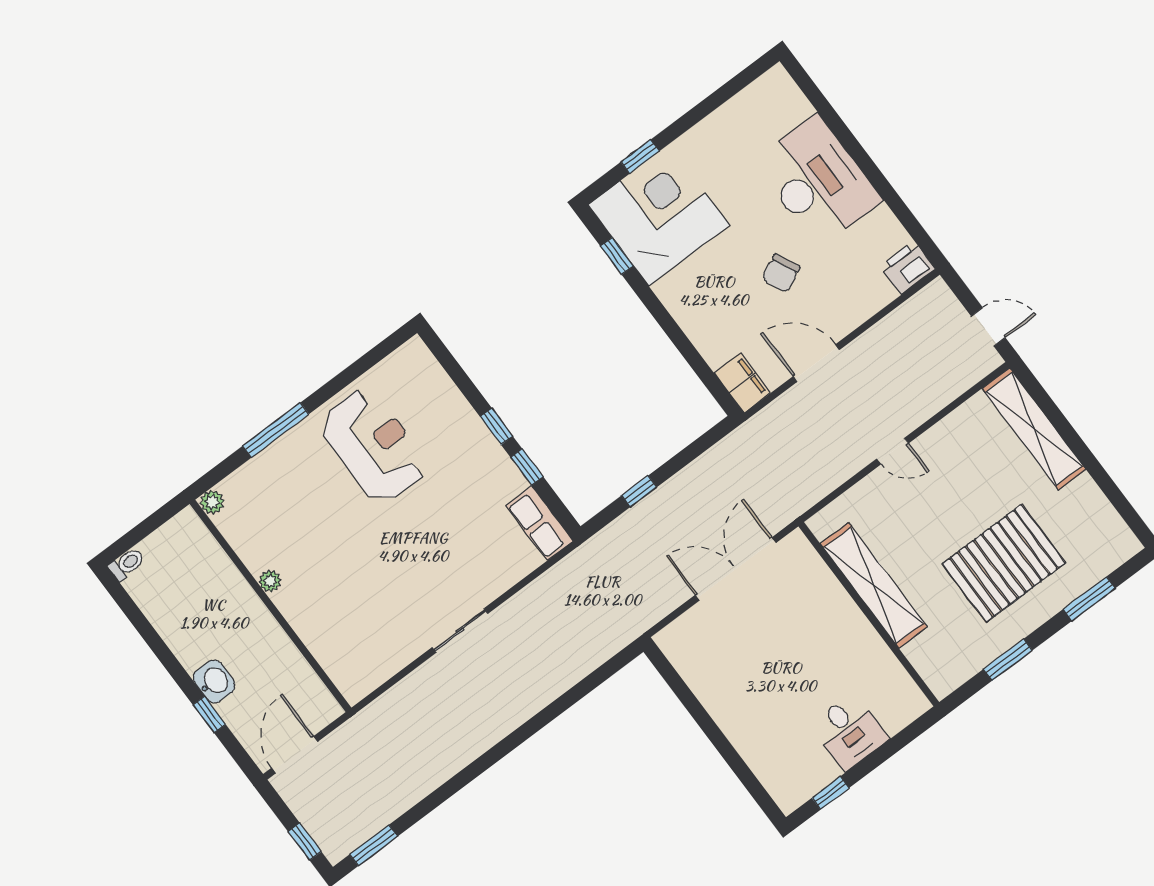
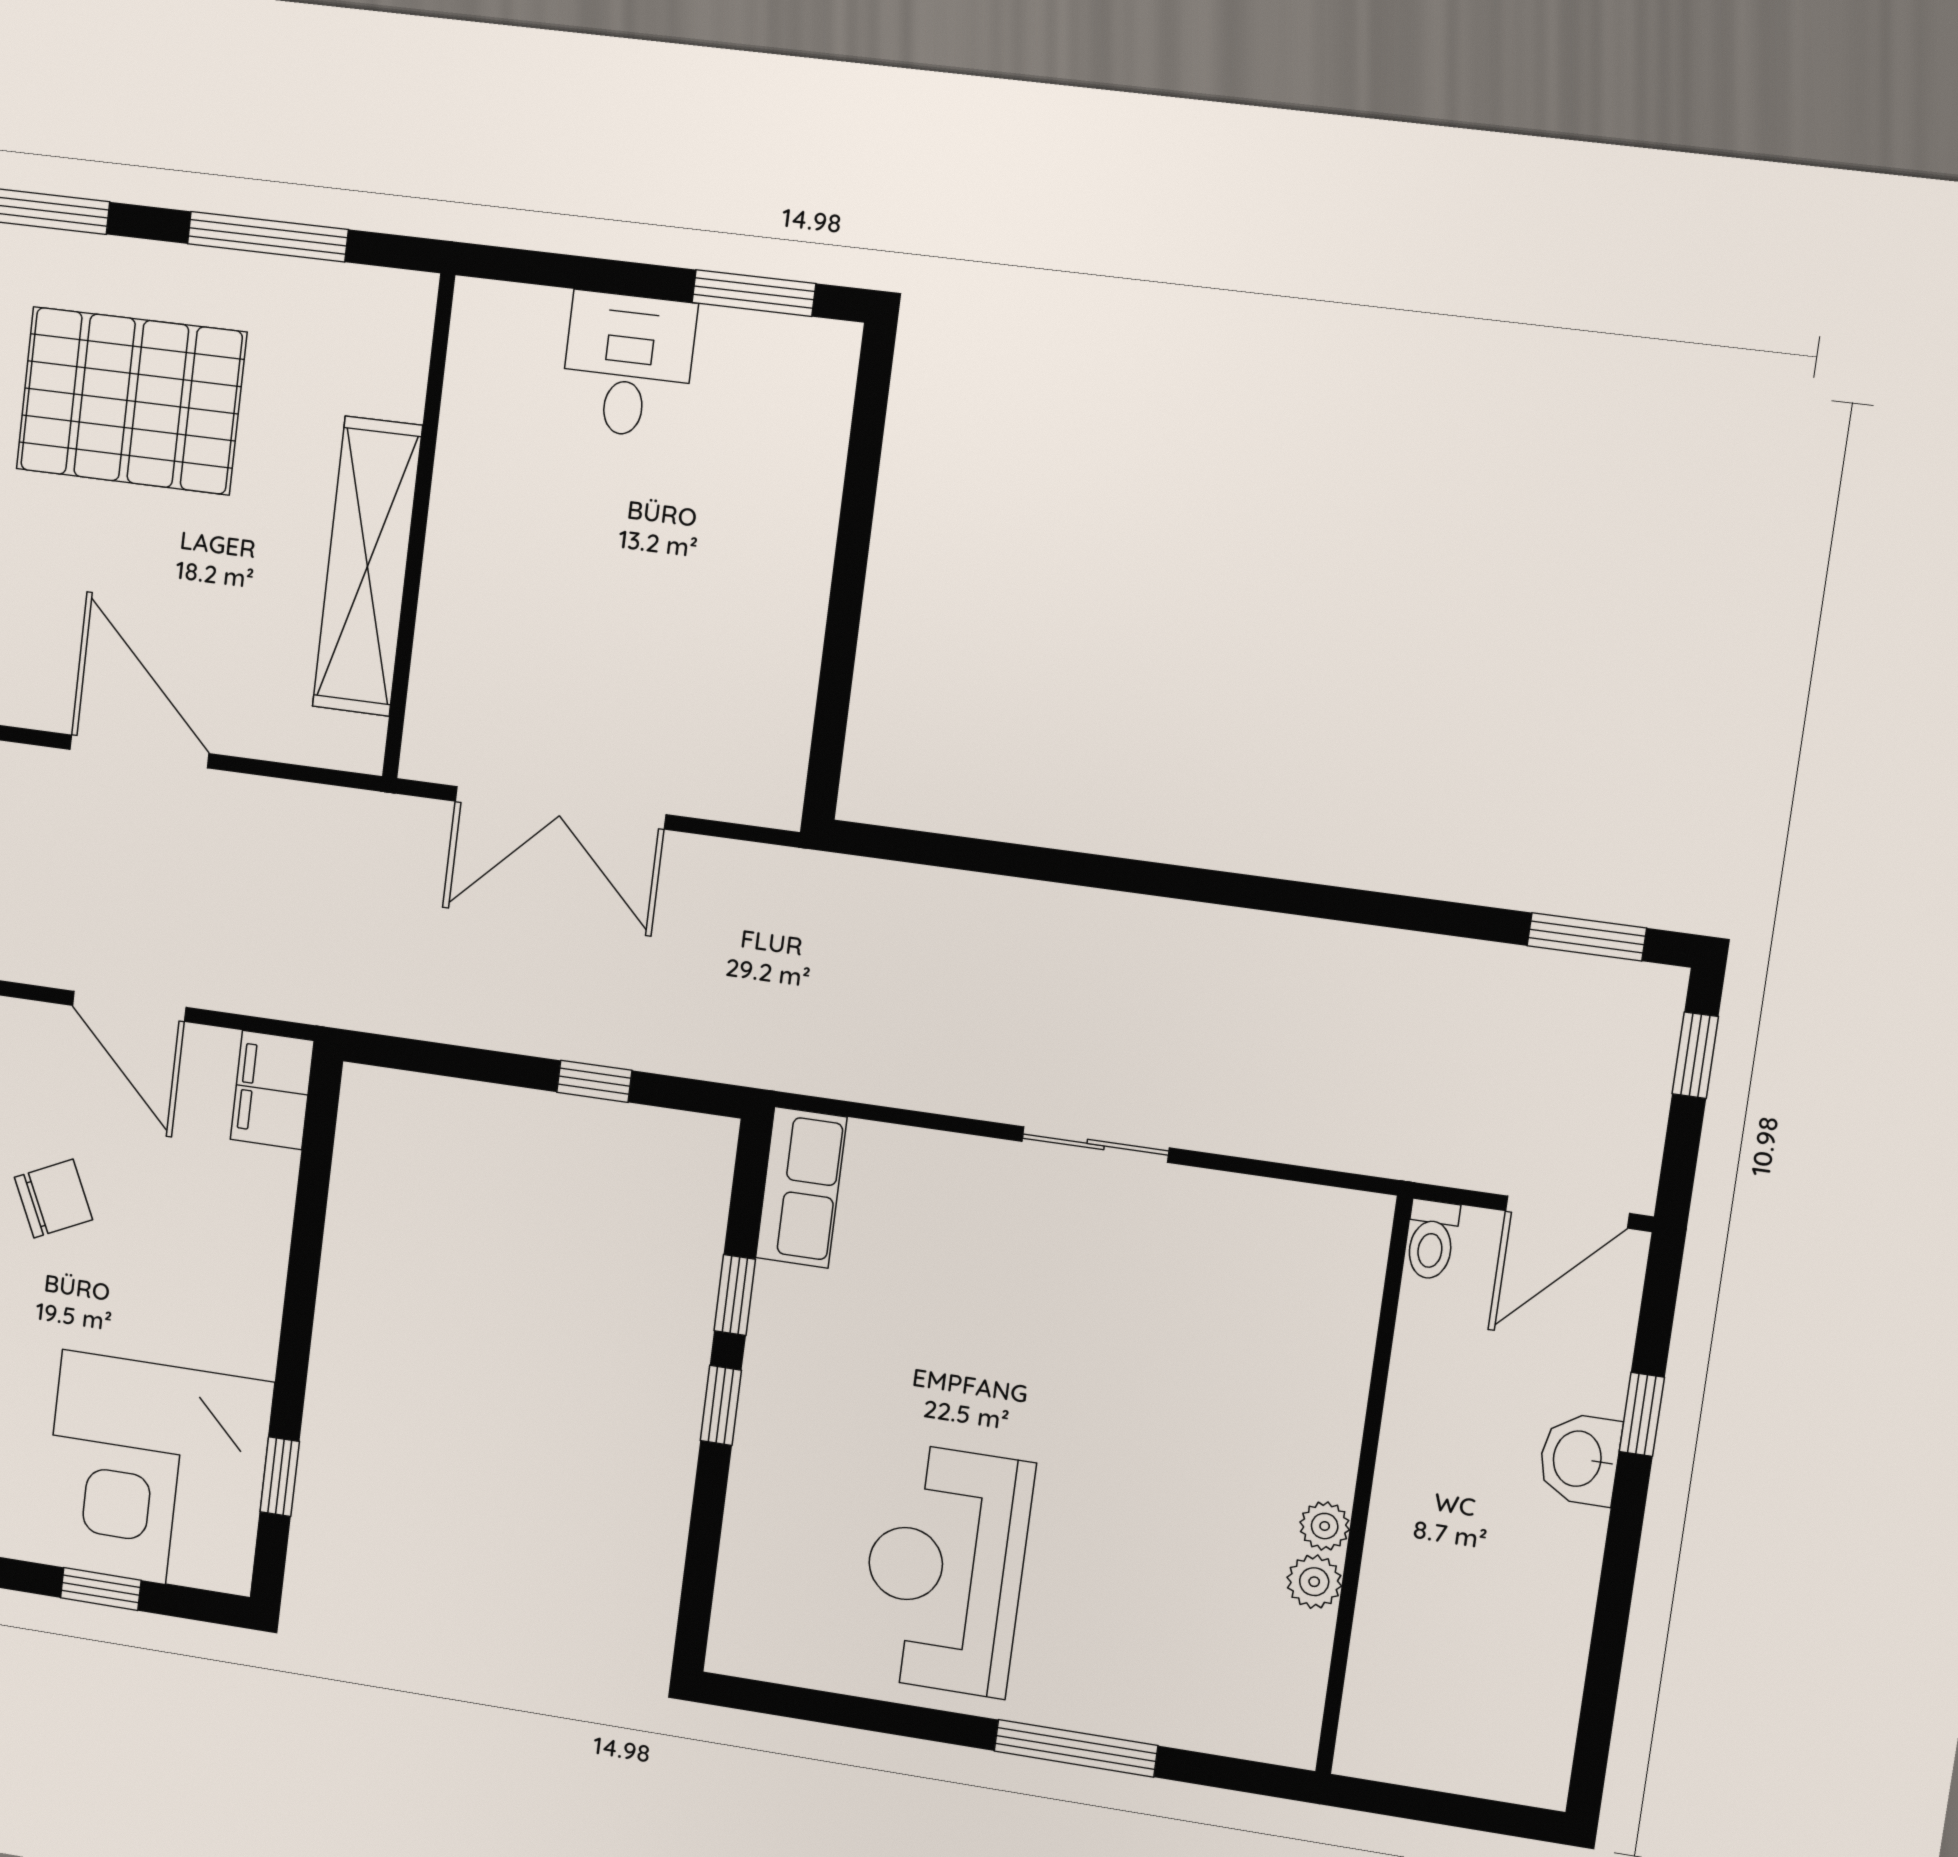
door: (893, 451) -> (139, 751), width x1.87
plant: (212, 502) -> (1314, 1582), moved
toilet: (127, 564) -> (1431, 1240), moved, turned -90
window: (1008, 660) -> (268, 237), width x1.44
window: (831, 793) -> (754, 293), width x1.50

